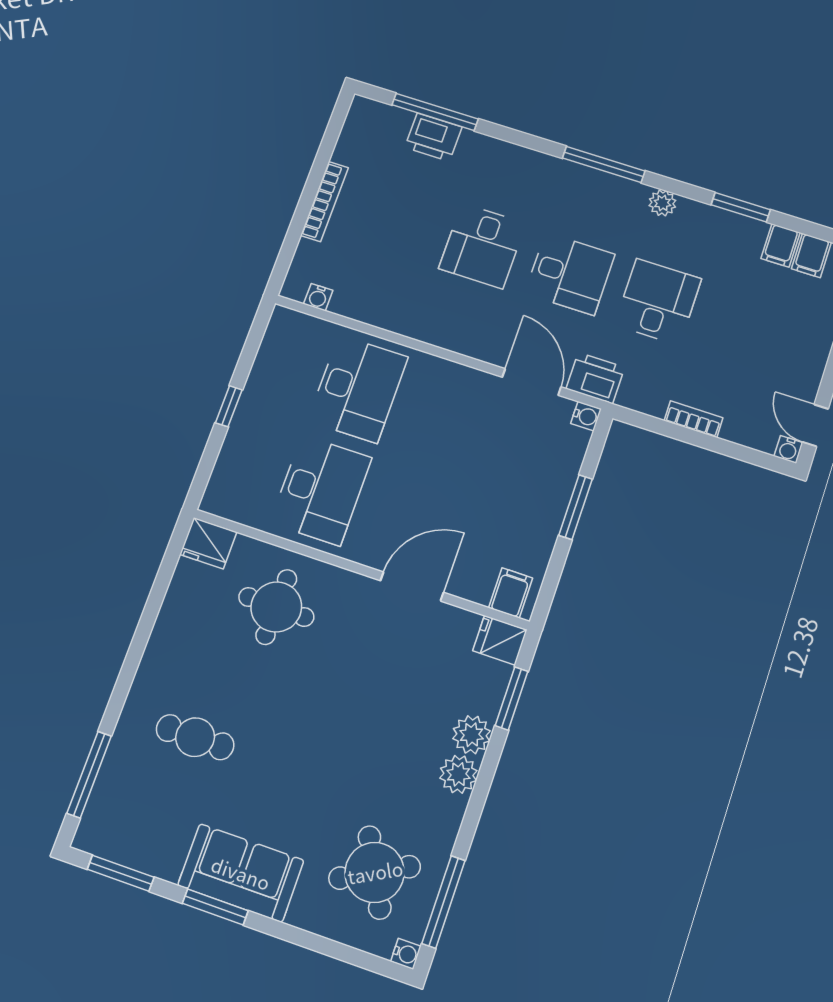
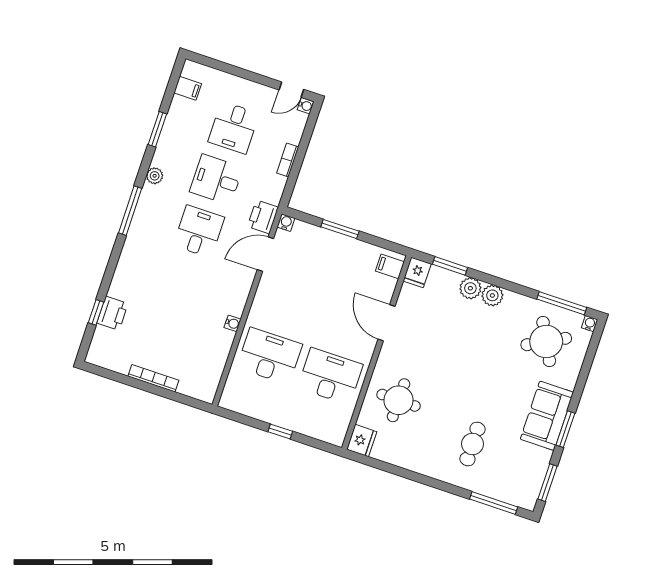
window: (435, 112) -> (96, 312), width x0.46
filing cabinet: (781, 245) -> (181, 106), removed
desk: (482, 246) -> (234, 128), moved, turned 90
water cooler: (318, 297) -> (233, 323), moved

